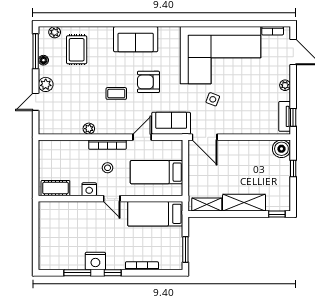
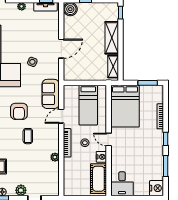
door: (142, 137) -> (61, 116), hinge flipped
door: (205, 137) -> (61, 49), moved
cot: (55, 188) -> (98, 179), width x1.37, depth x1.34
door: (112, 199) -> (109, 139), swing flipped
bed: (155, 214) -> (125, 106), width x1.50
desk: (54, 216) -> (122, 184), added
nightstand: (95, 261) -> (157, 188), moved

